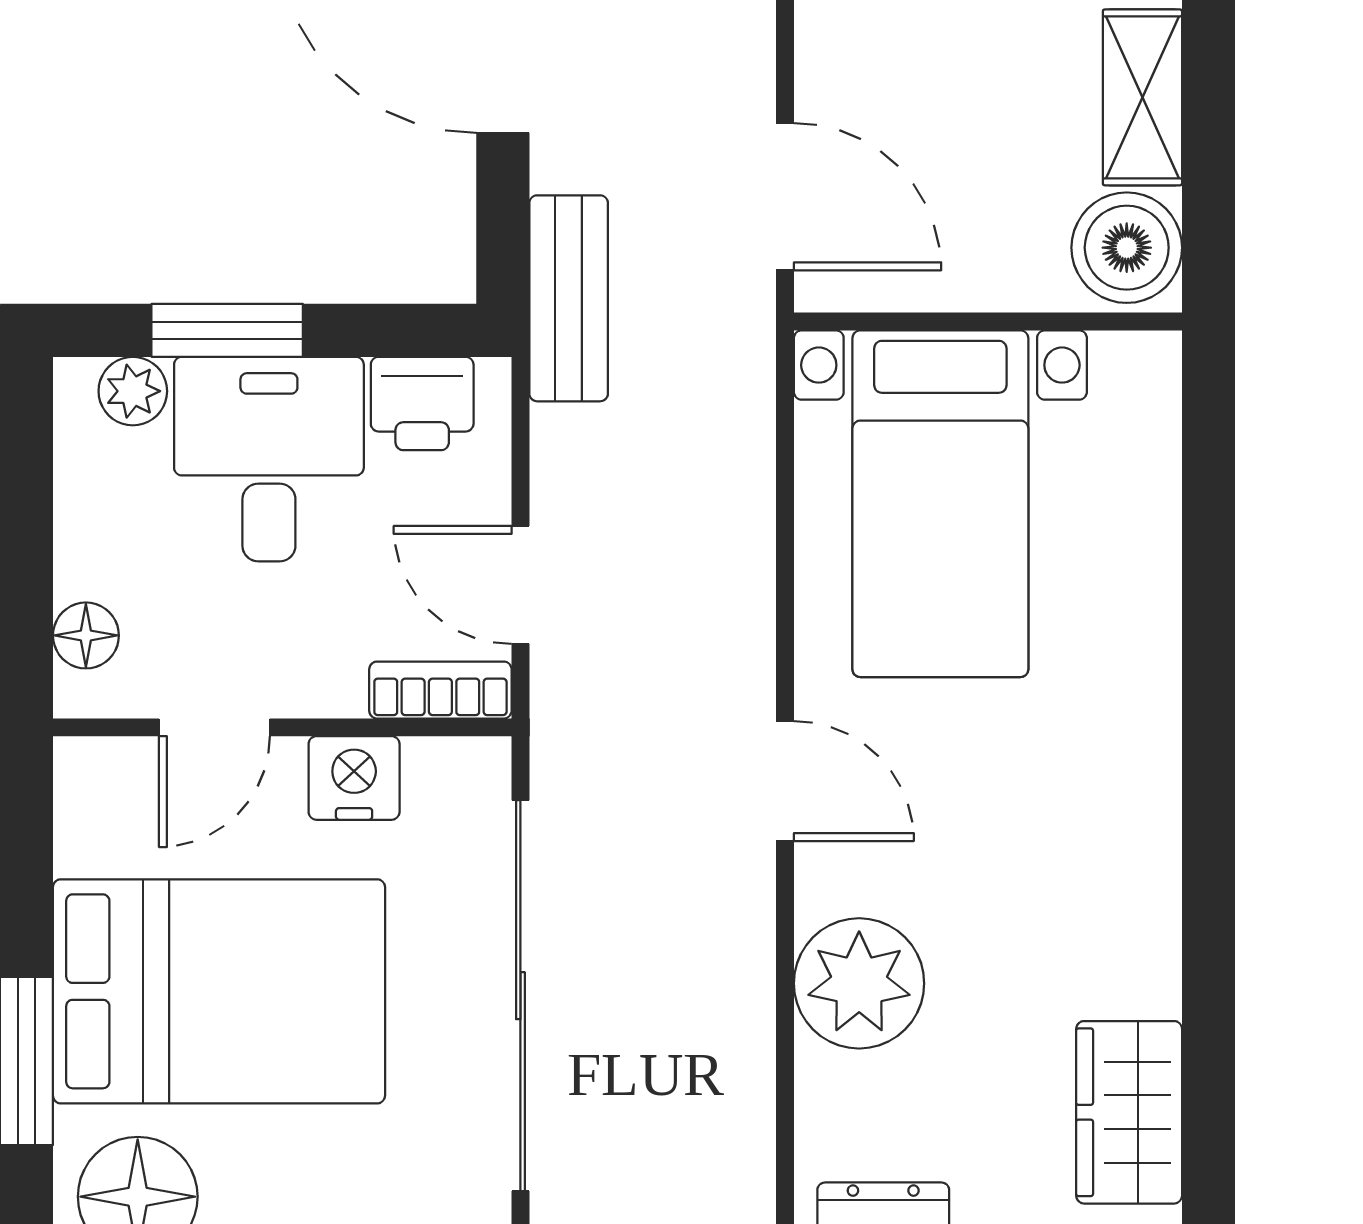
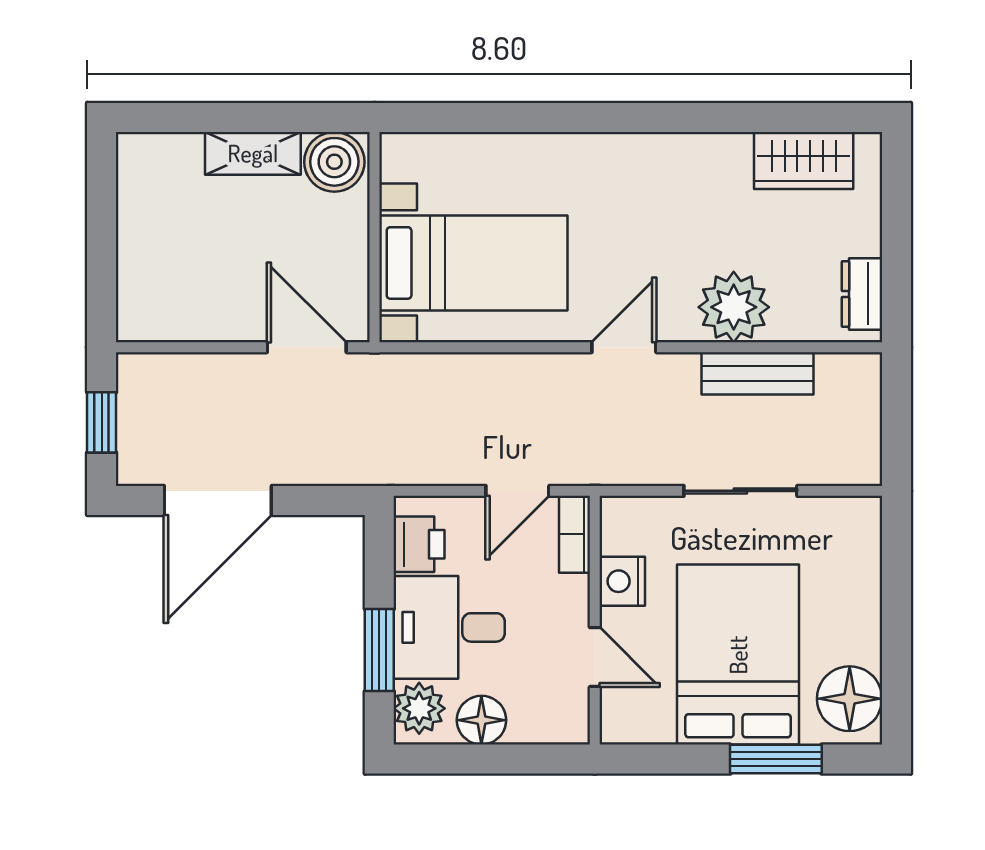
door: (785, 197) -> (307, 347), hinge flipped
bench: (569, 298) -> (757, 373), moved
plant: (133, 391) -> (419, 708), width x1.38, depth x1.38
floor lamp: (86, 635) -> (481, 720), moved, width x1.37, depth x1.37
sliding door: (520, 996) -> (740, 491), width x0.54

